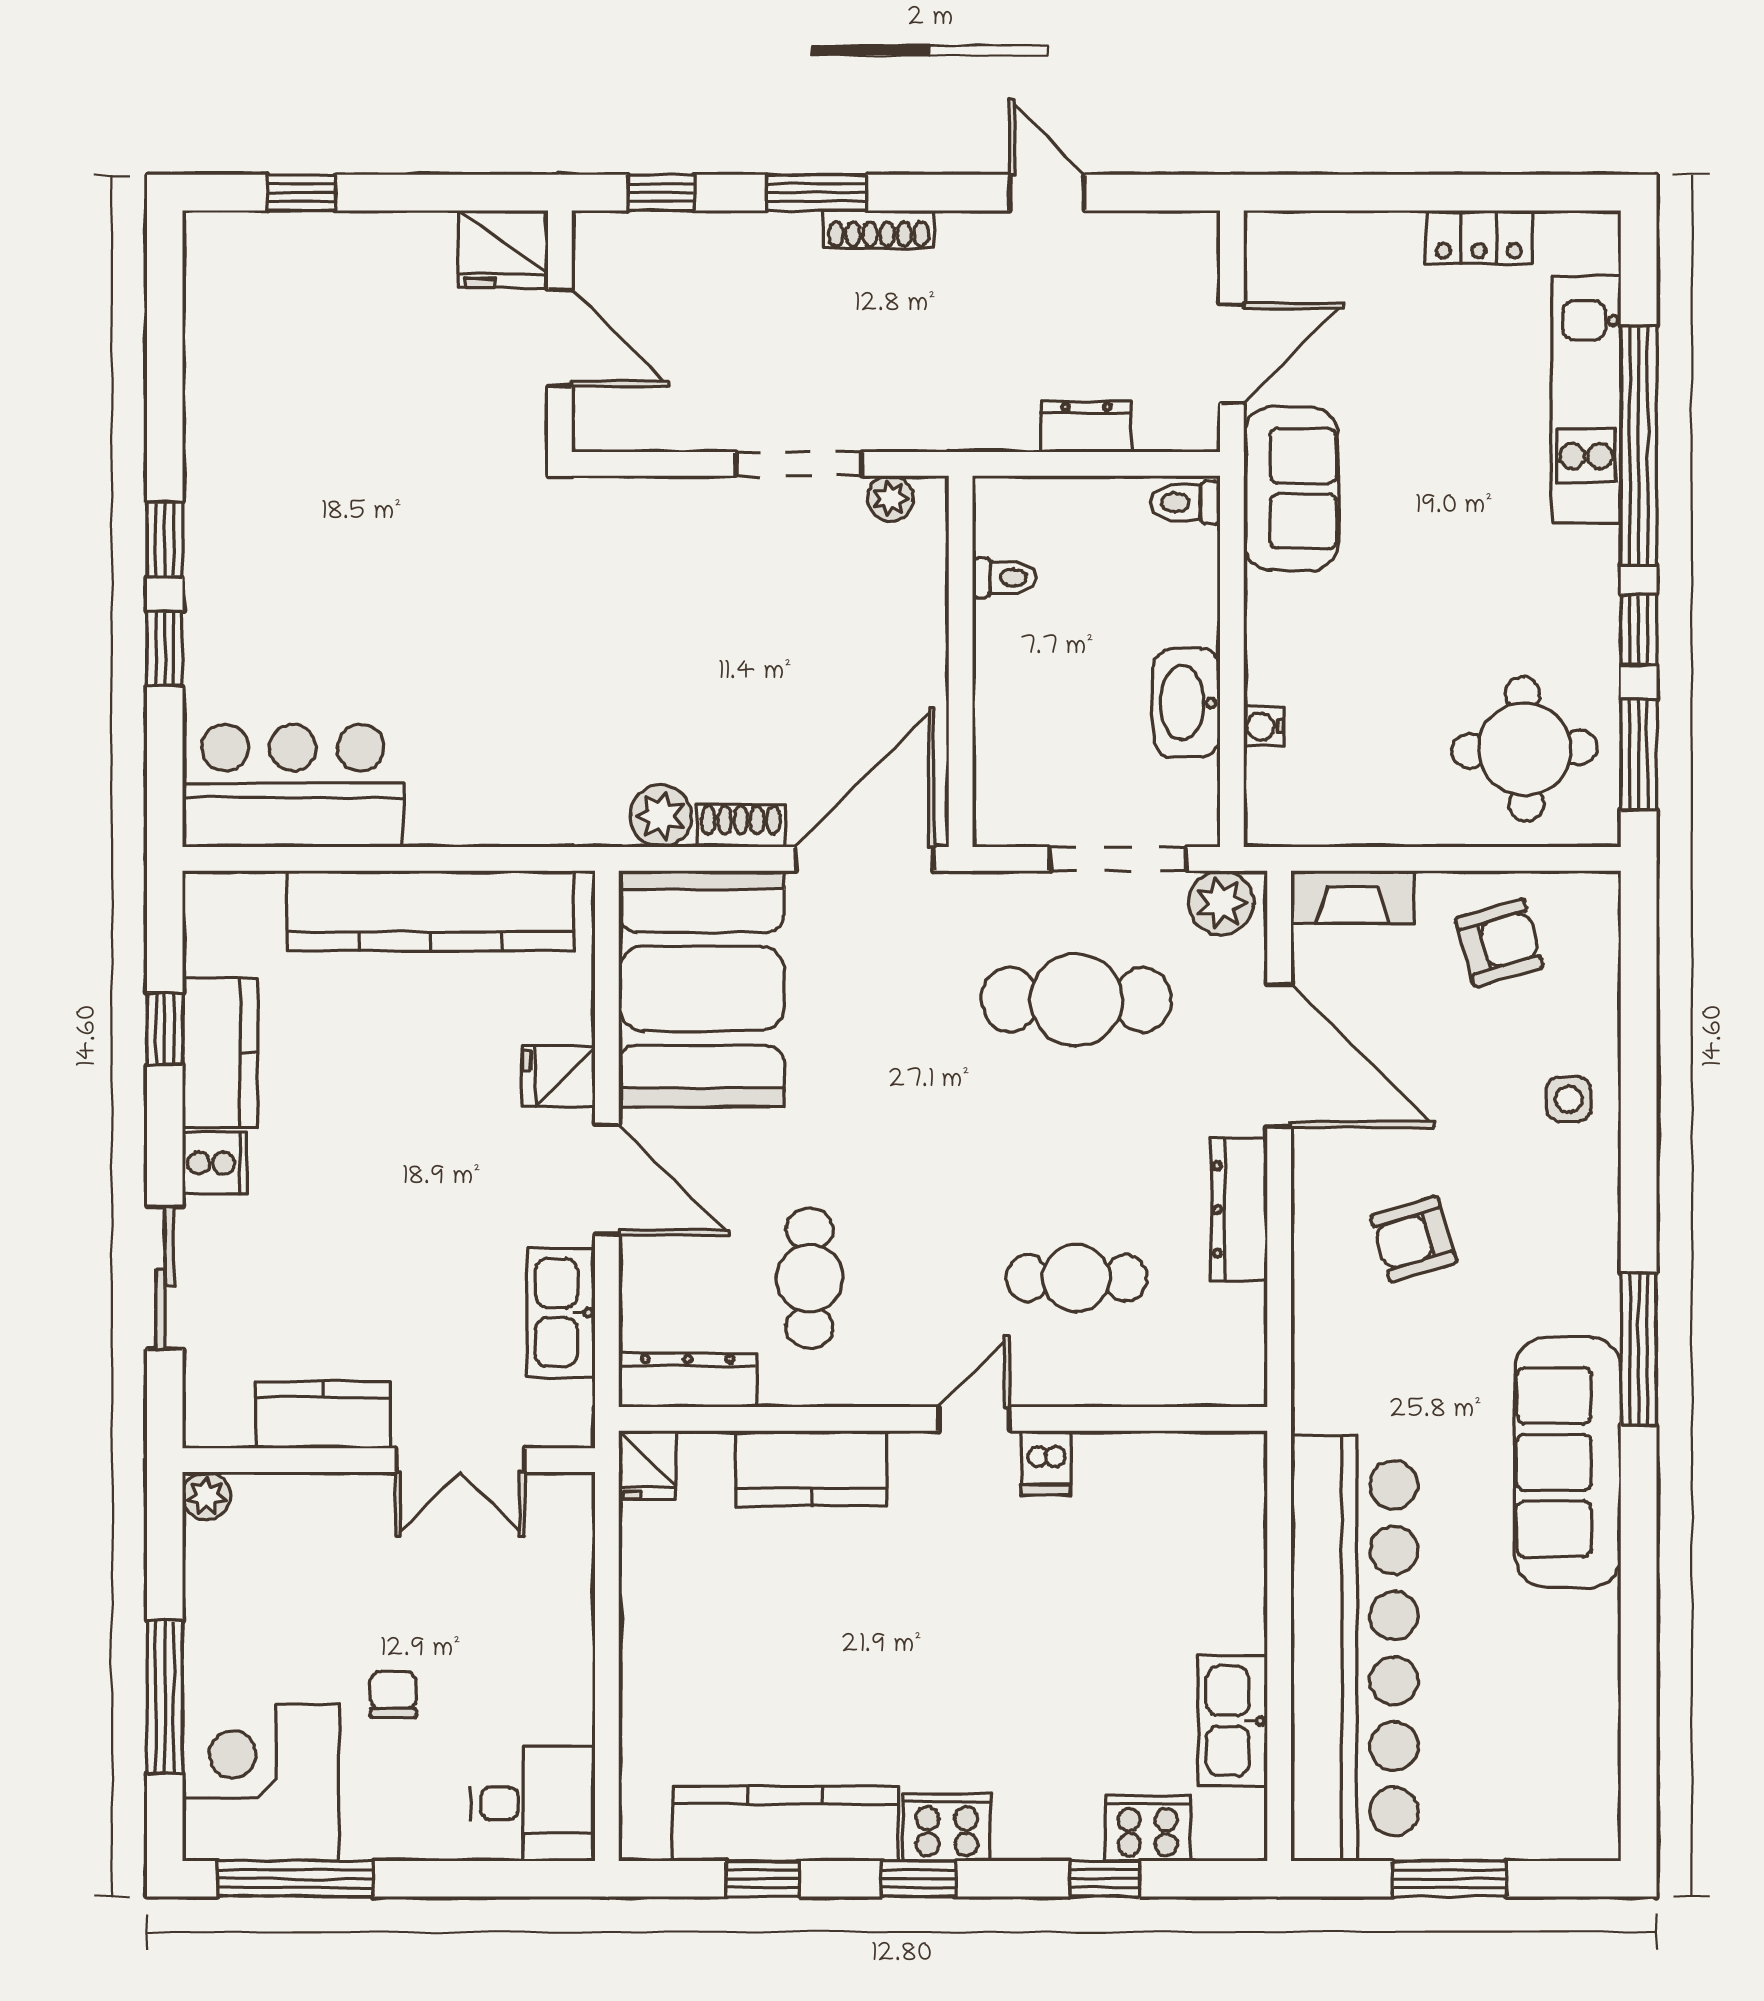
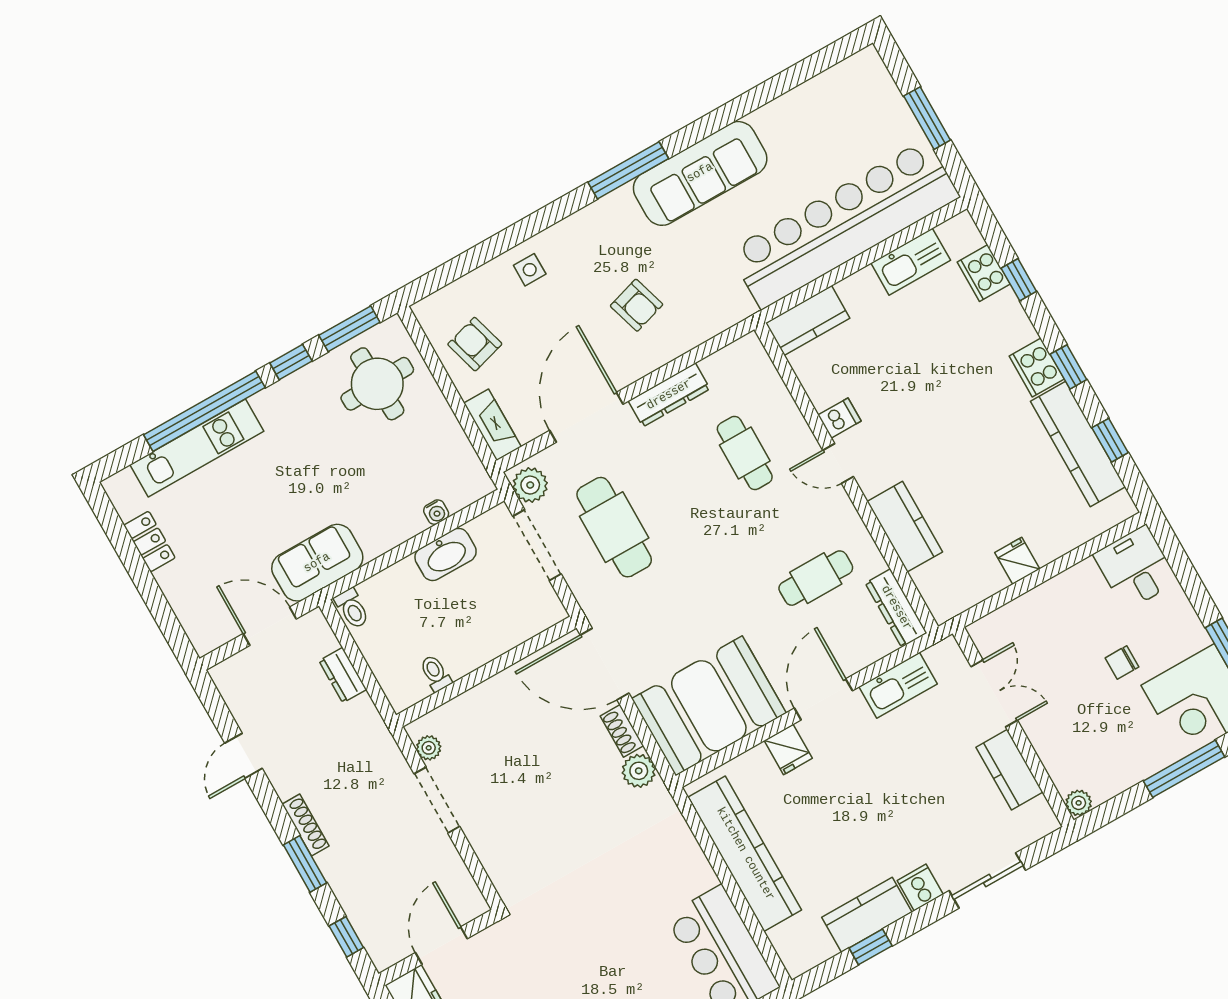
fridge: (647, 1465) -> (1017, 561), moved, turned -90
kitchen counter: (1232, 1501) -> (808, 321), added

